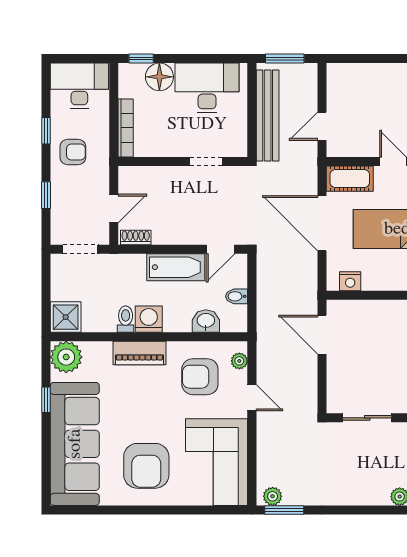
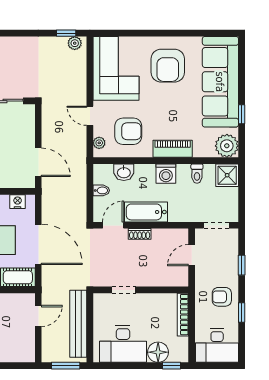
shoe rack: (136, 237) -> (140, 234), moved
toilet: (126, 319) -> (197, 174), moved
armchair: (146, 466) -> (168, 66), turned 180
window: (284, 510) -> (66, 33), width x0.67

